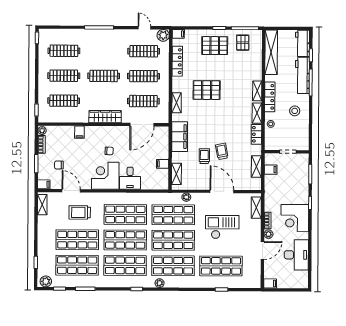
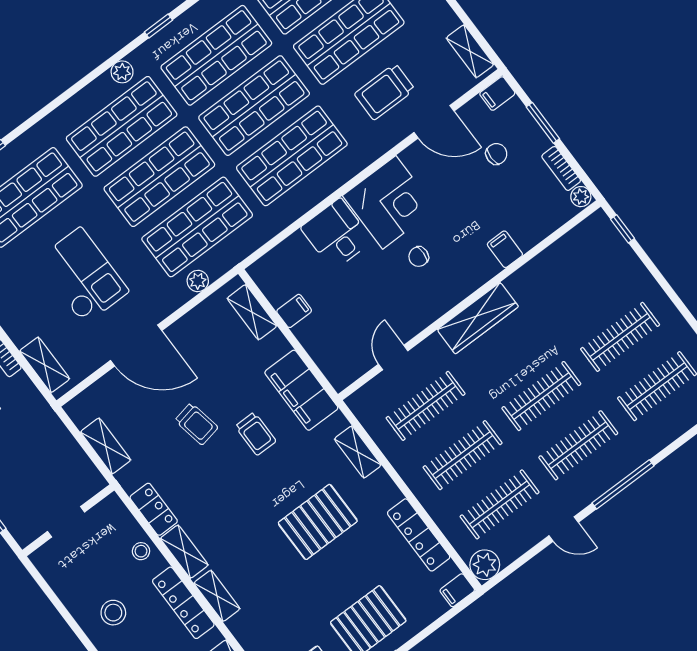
door: (144, 28) -> (564, 529), moved
clothes rail: (64, 101) -> (578, 445), moved
door: (142, 125) -> (393, 357), width x0.53
trolley: (204, 156) -> (256, 434), moved
filing cabinet: (271, 170) -> (73, 461), removed
trolley: (80, 212) -> (385, 92), turned 180
checkout: (222, 227) -> (82, 276), turned -90

